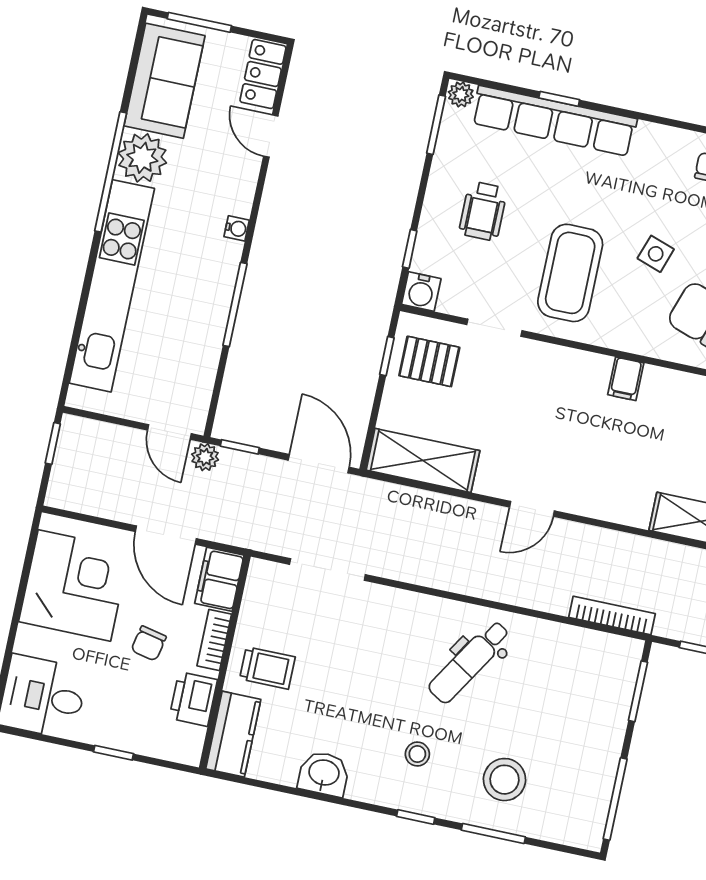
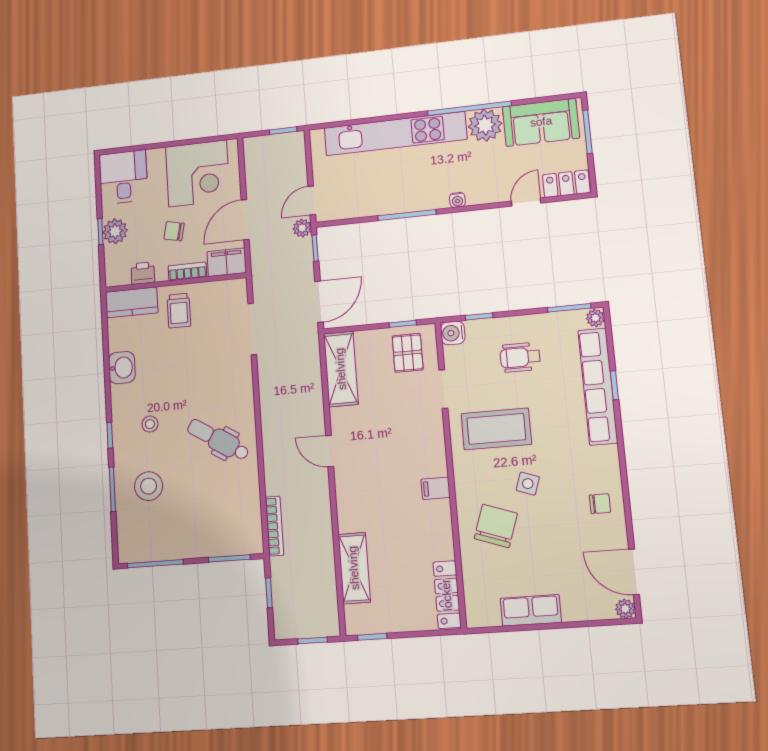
printer: (193, 699) -> (143, 273), width x0.73, depth x0.81
plant: (120, 731) -> (115, 231), added

